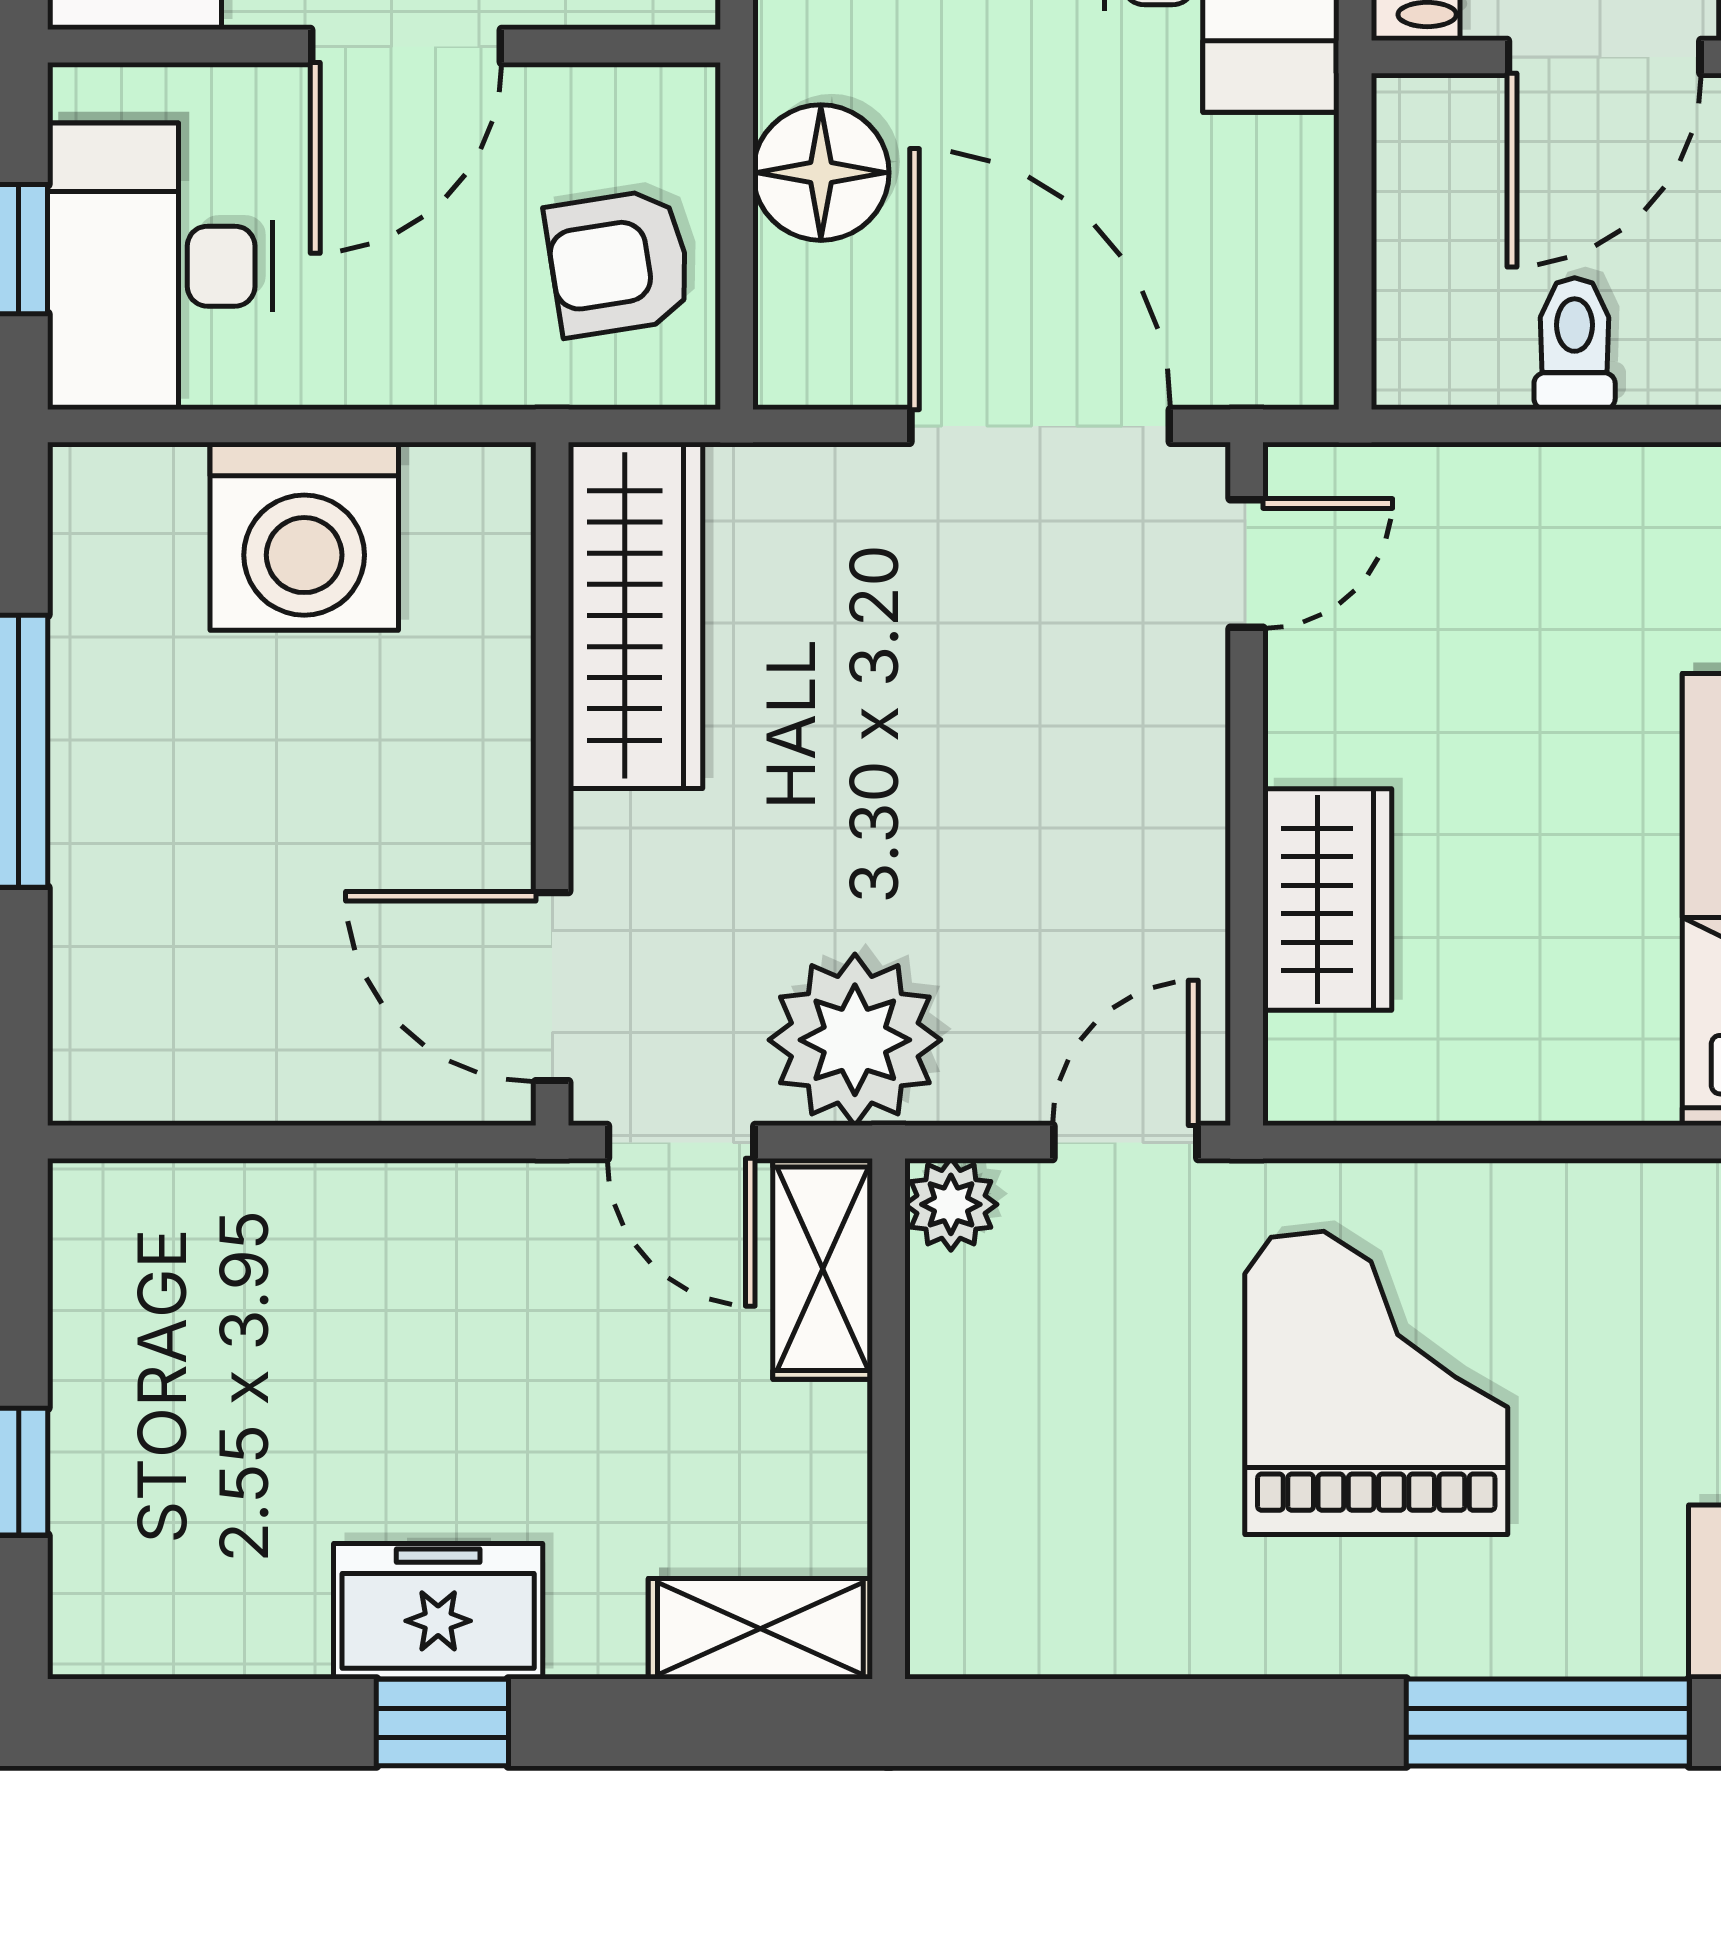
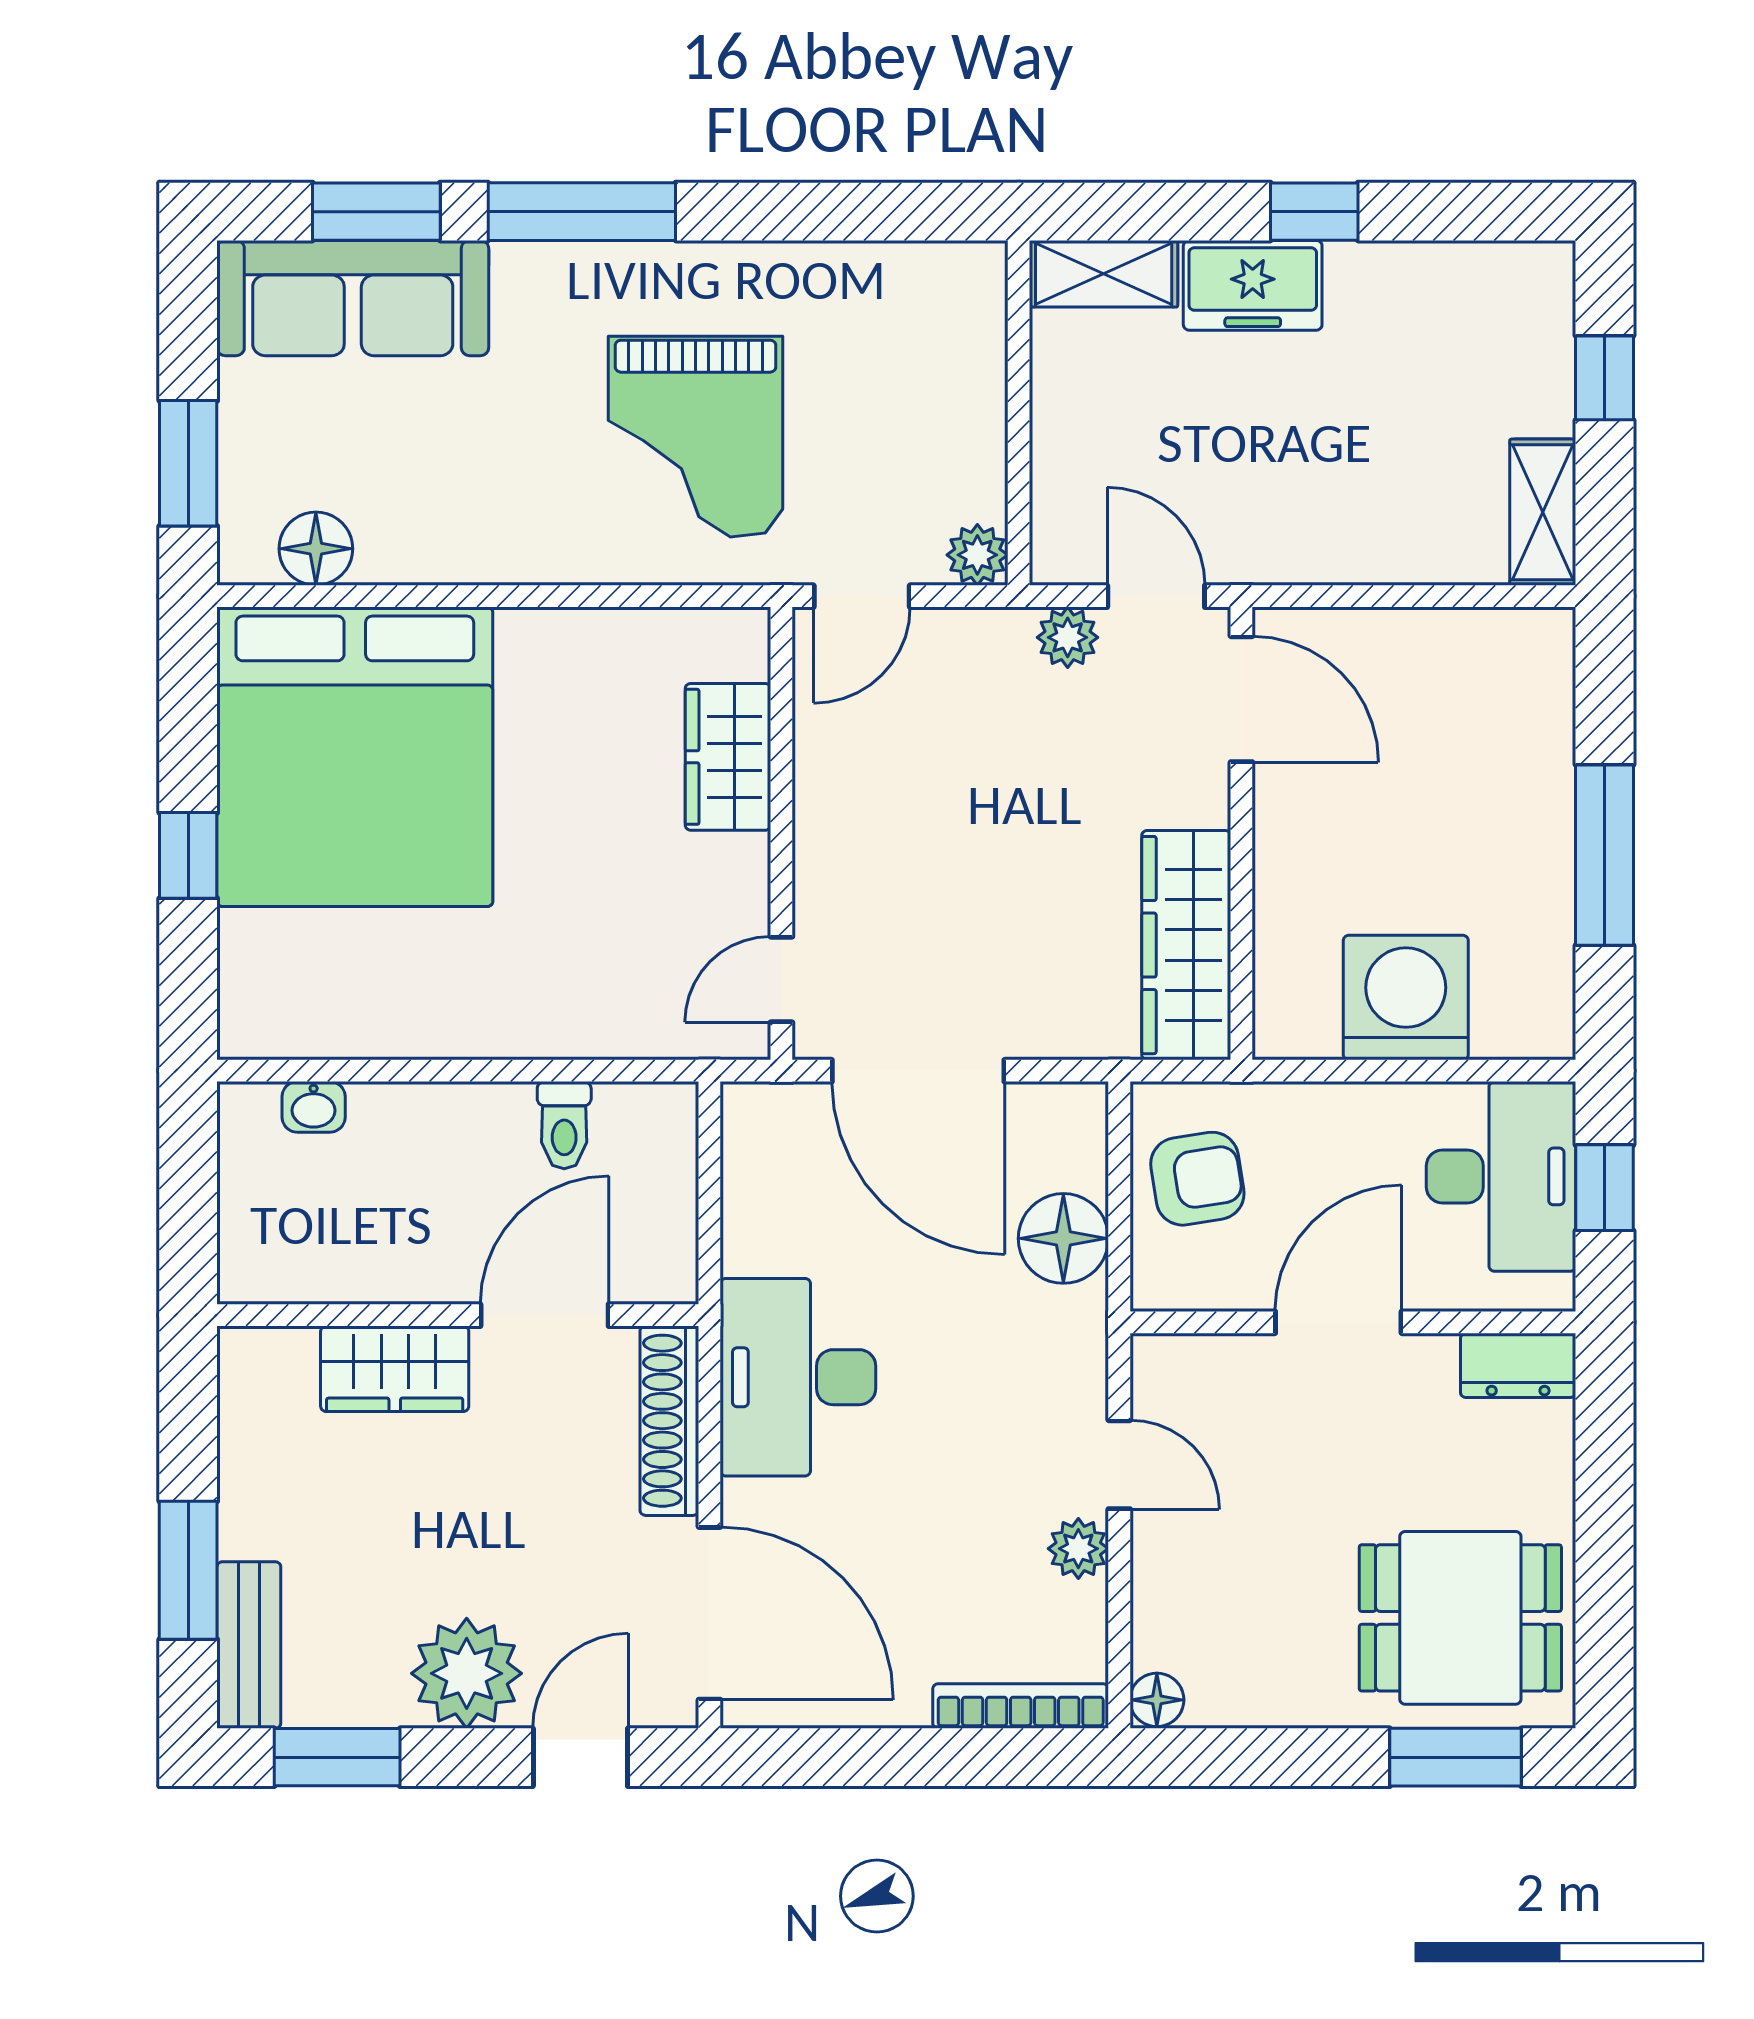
plant: (855, 1040) -> (1068, 637), width x0.53, depth x0.53
shelving: (823, 1269) -> (1543, 512), moved
freezer: (438, 1611) -> (1253, 285), moved

